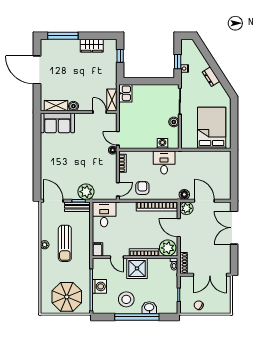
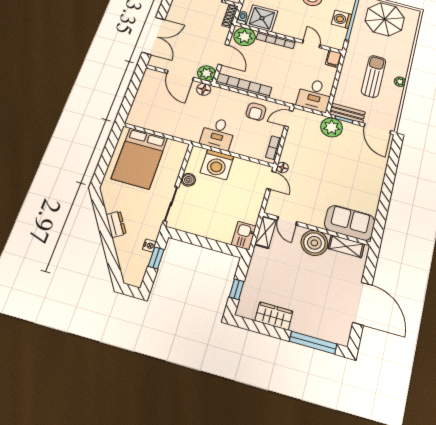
boiler: (73, 106) -> (314, 243), width x1.86, depth x1.86
washing machine: (162, 144) -> (217, 164), width x1.89, depth x1.89
shower: (137, 268) -> (262, 18), moved

